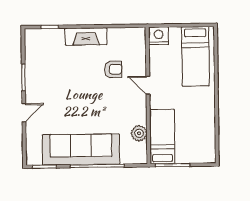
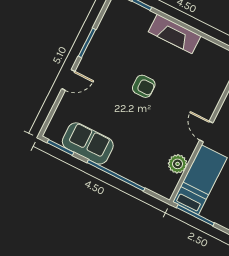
armchair: (113, 69) -> (144, 86), moved
door: (148, 85) -> (206, 131), moved
sofa: (81, 150) -> (88, 143), width x0.54, depth x0.79

